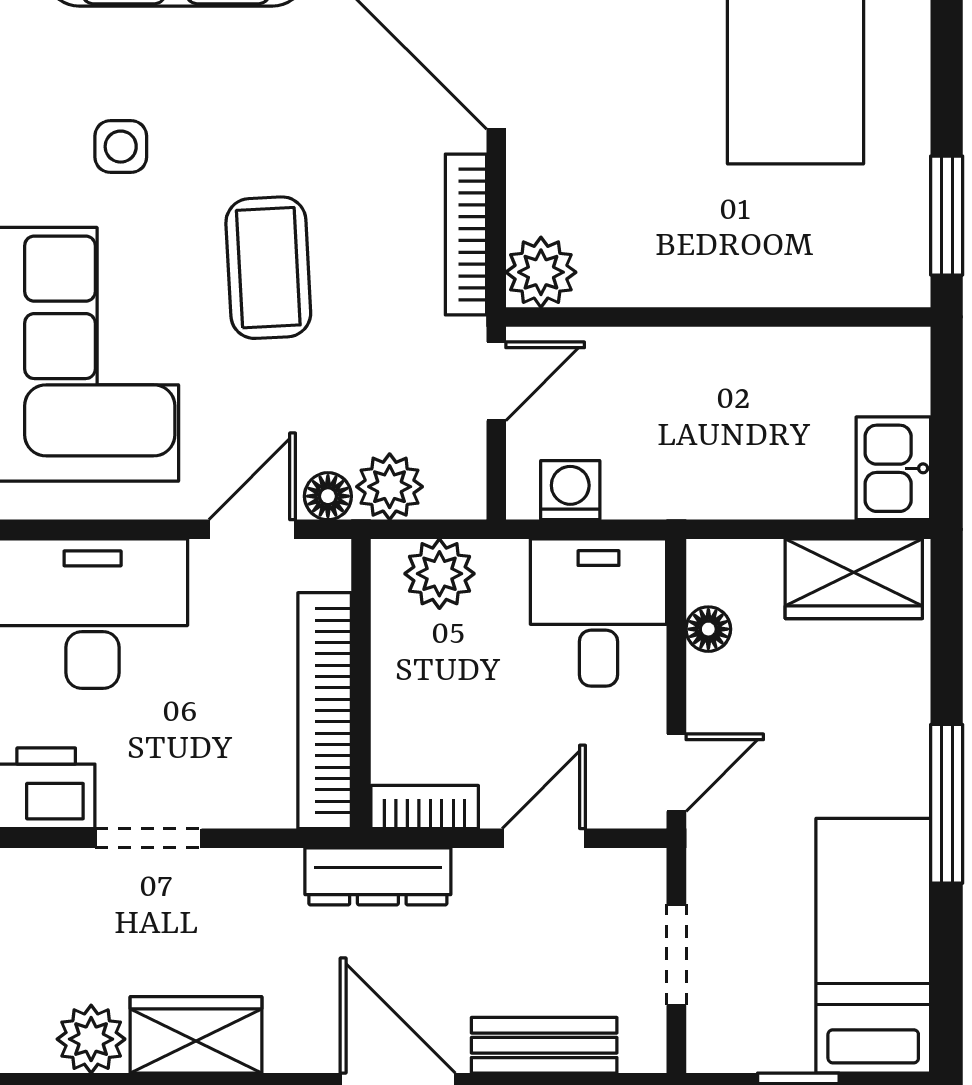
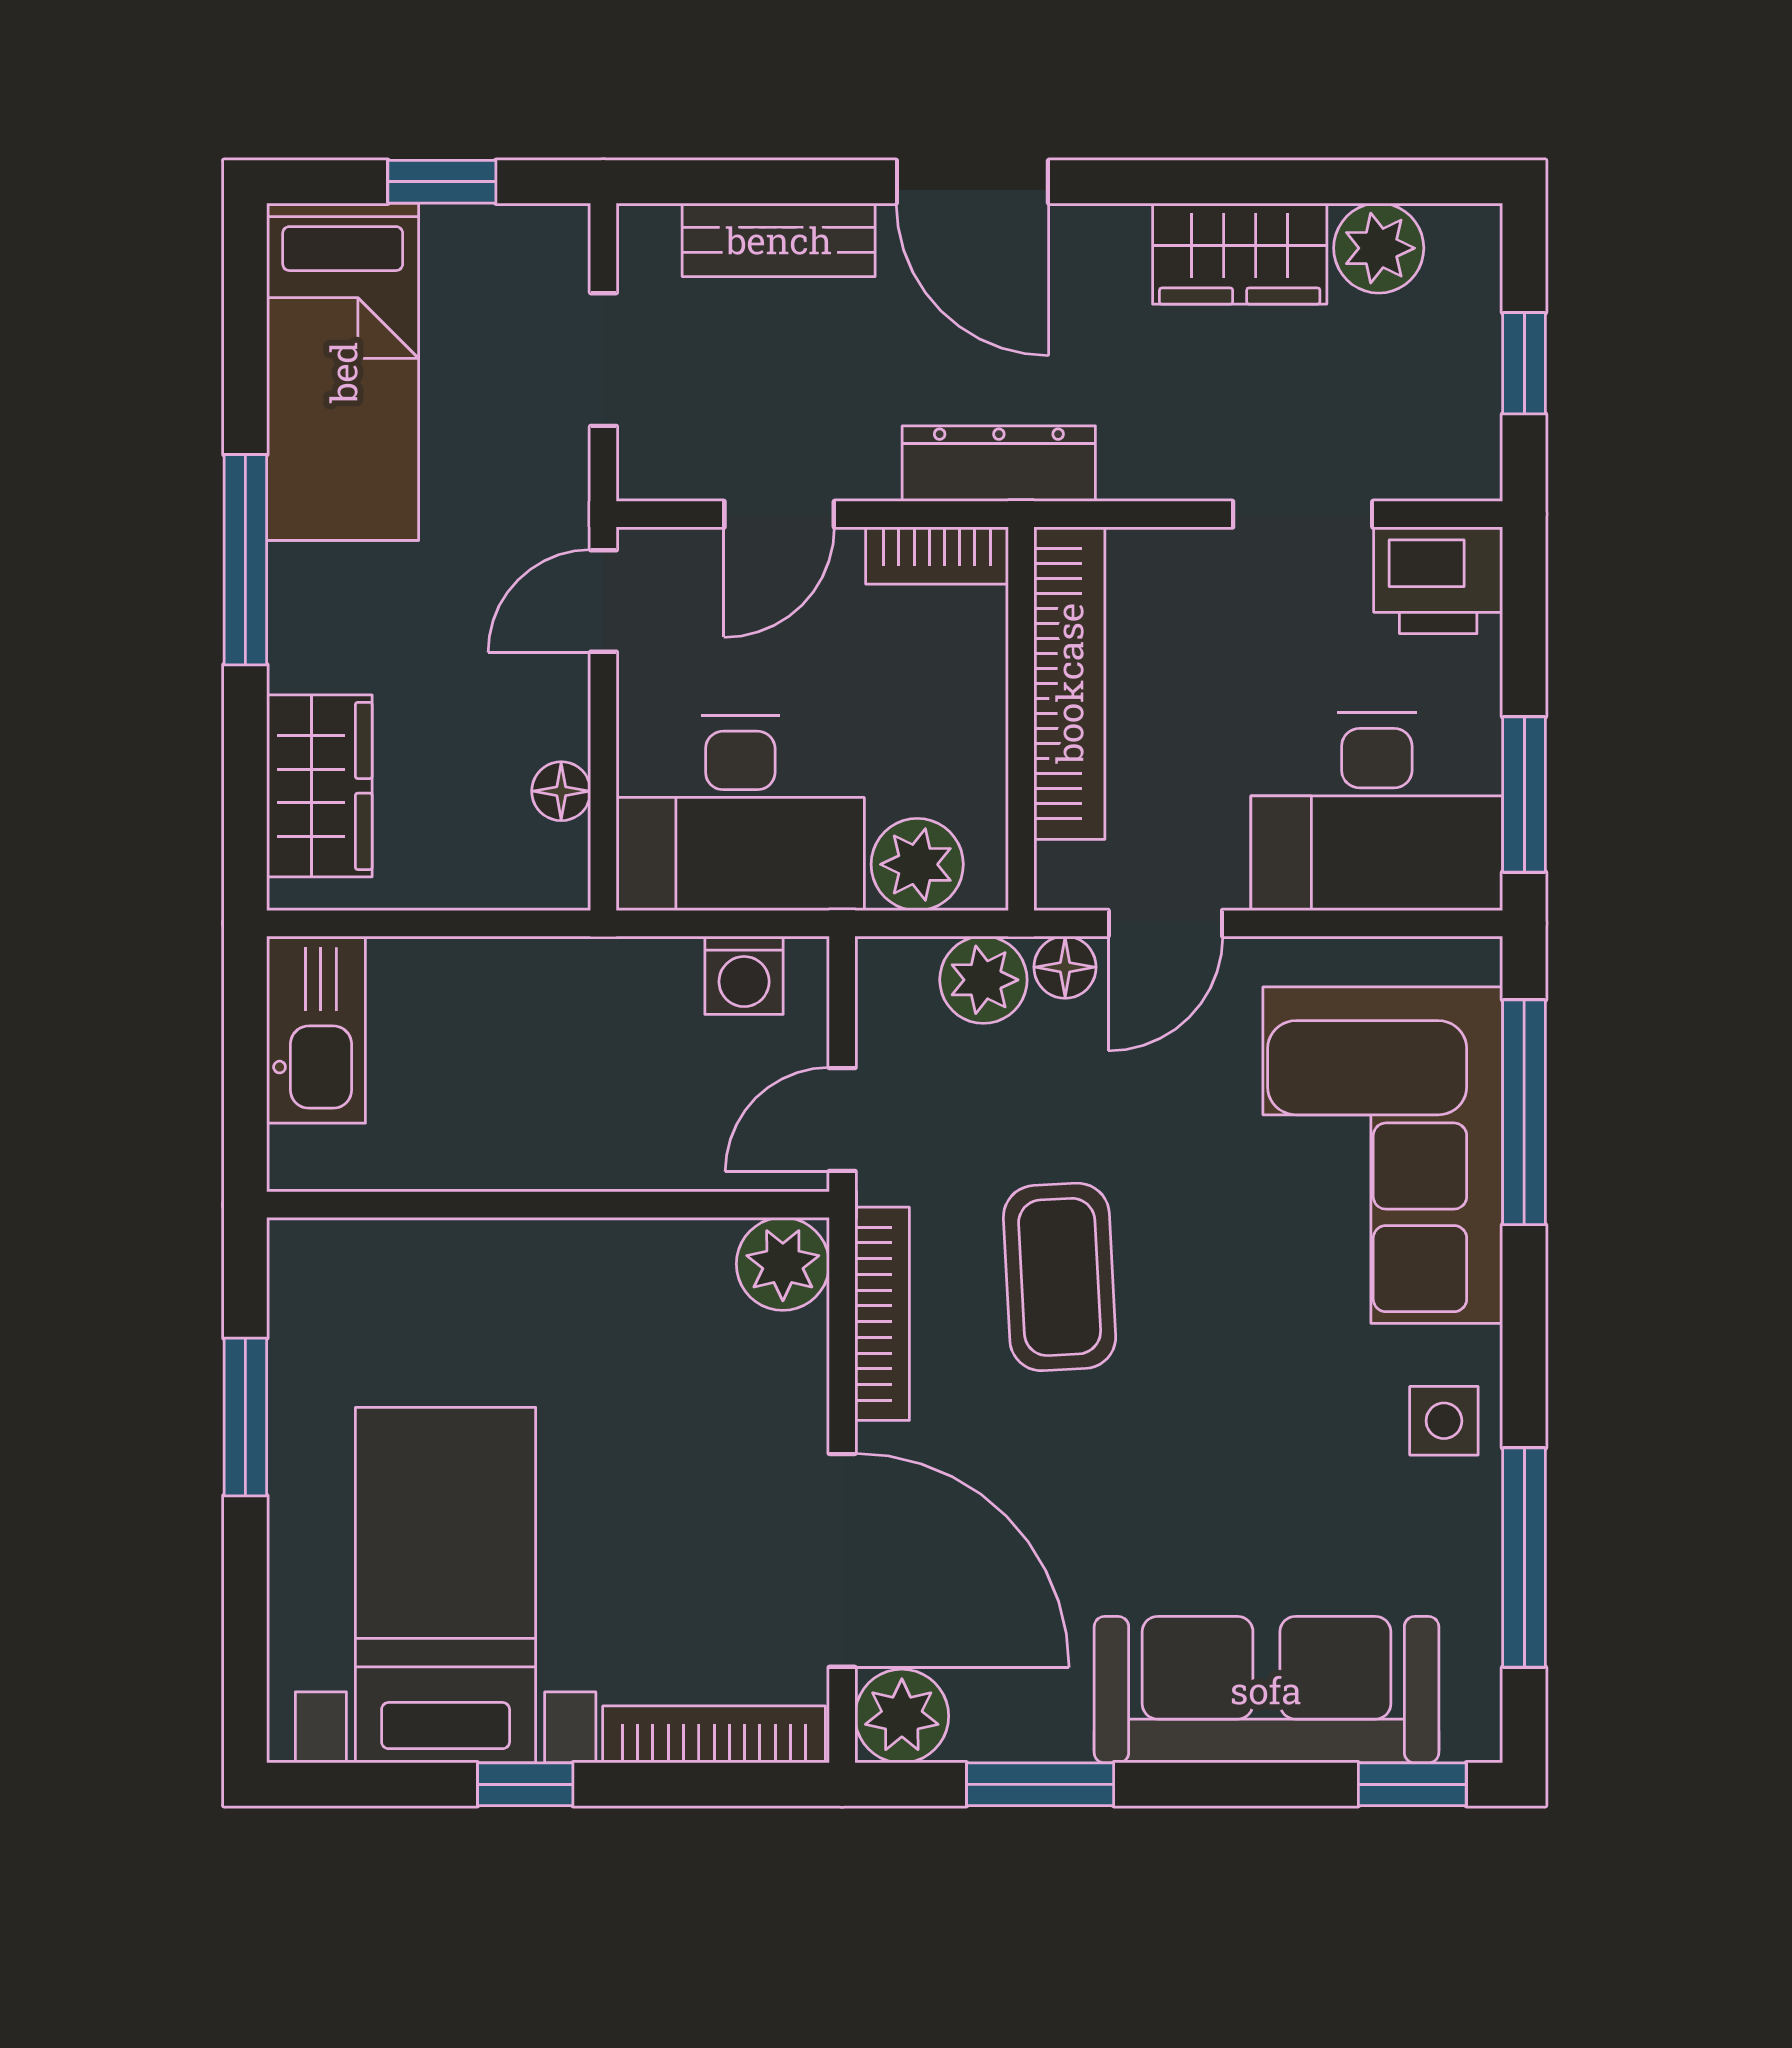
side table: (121, 147) -> (1444, 1421), moved
window: (947, 216) -> (245, 1417), moved
coffee table: (268, 268) -> (1060, 1277), moved
kitchen sink: (893, 468) -> (316, 1030), width x1.38
wardrobe: (854, 579) -> (319, 786), moved, turned 90
desk: (598, 613) -> (740, 813), width x1.37

